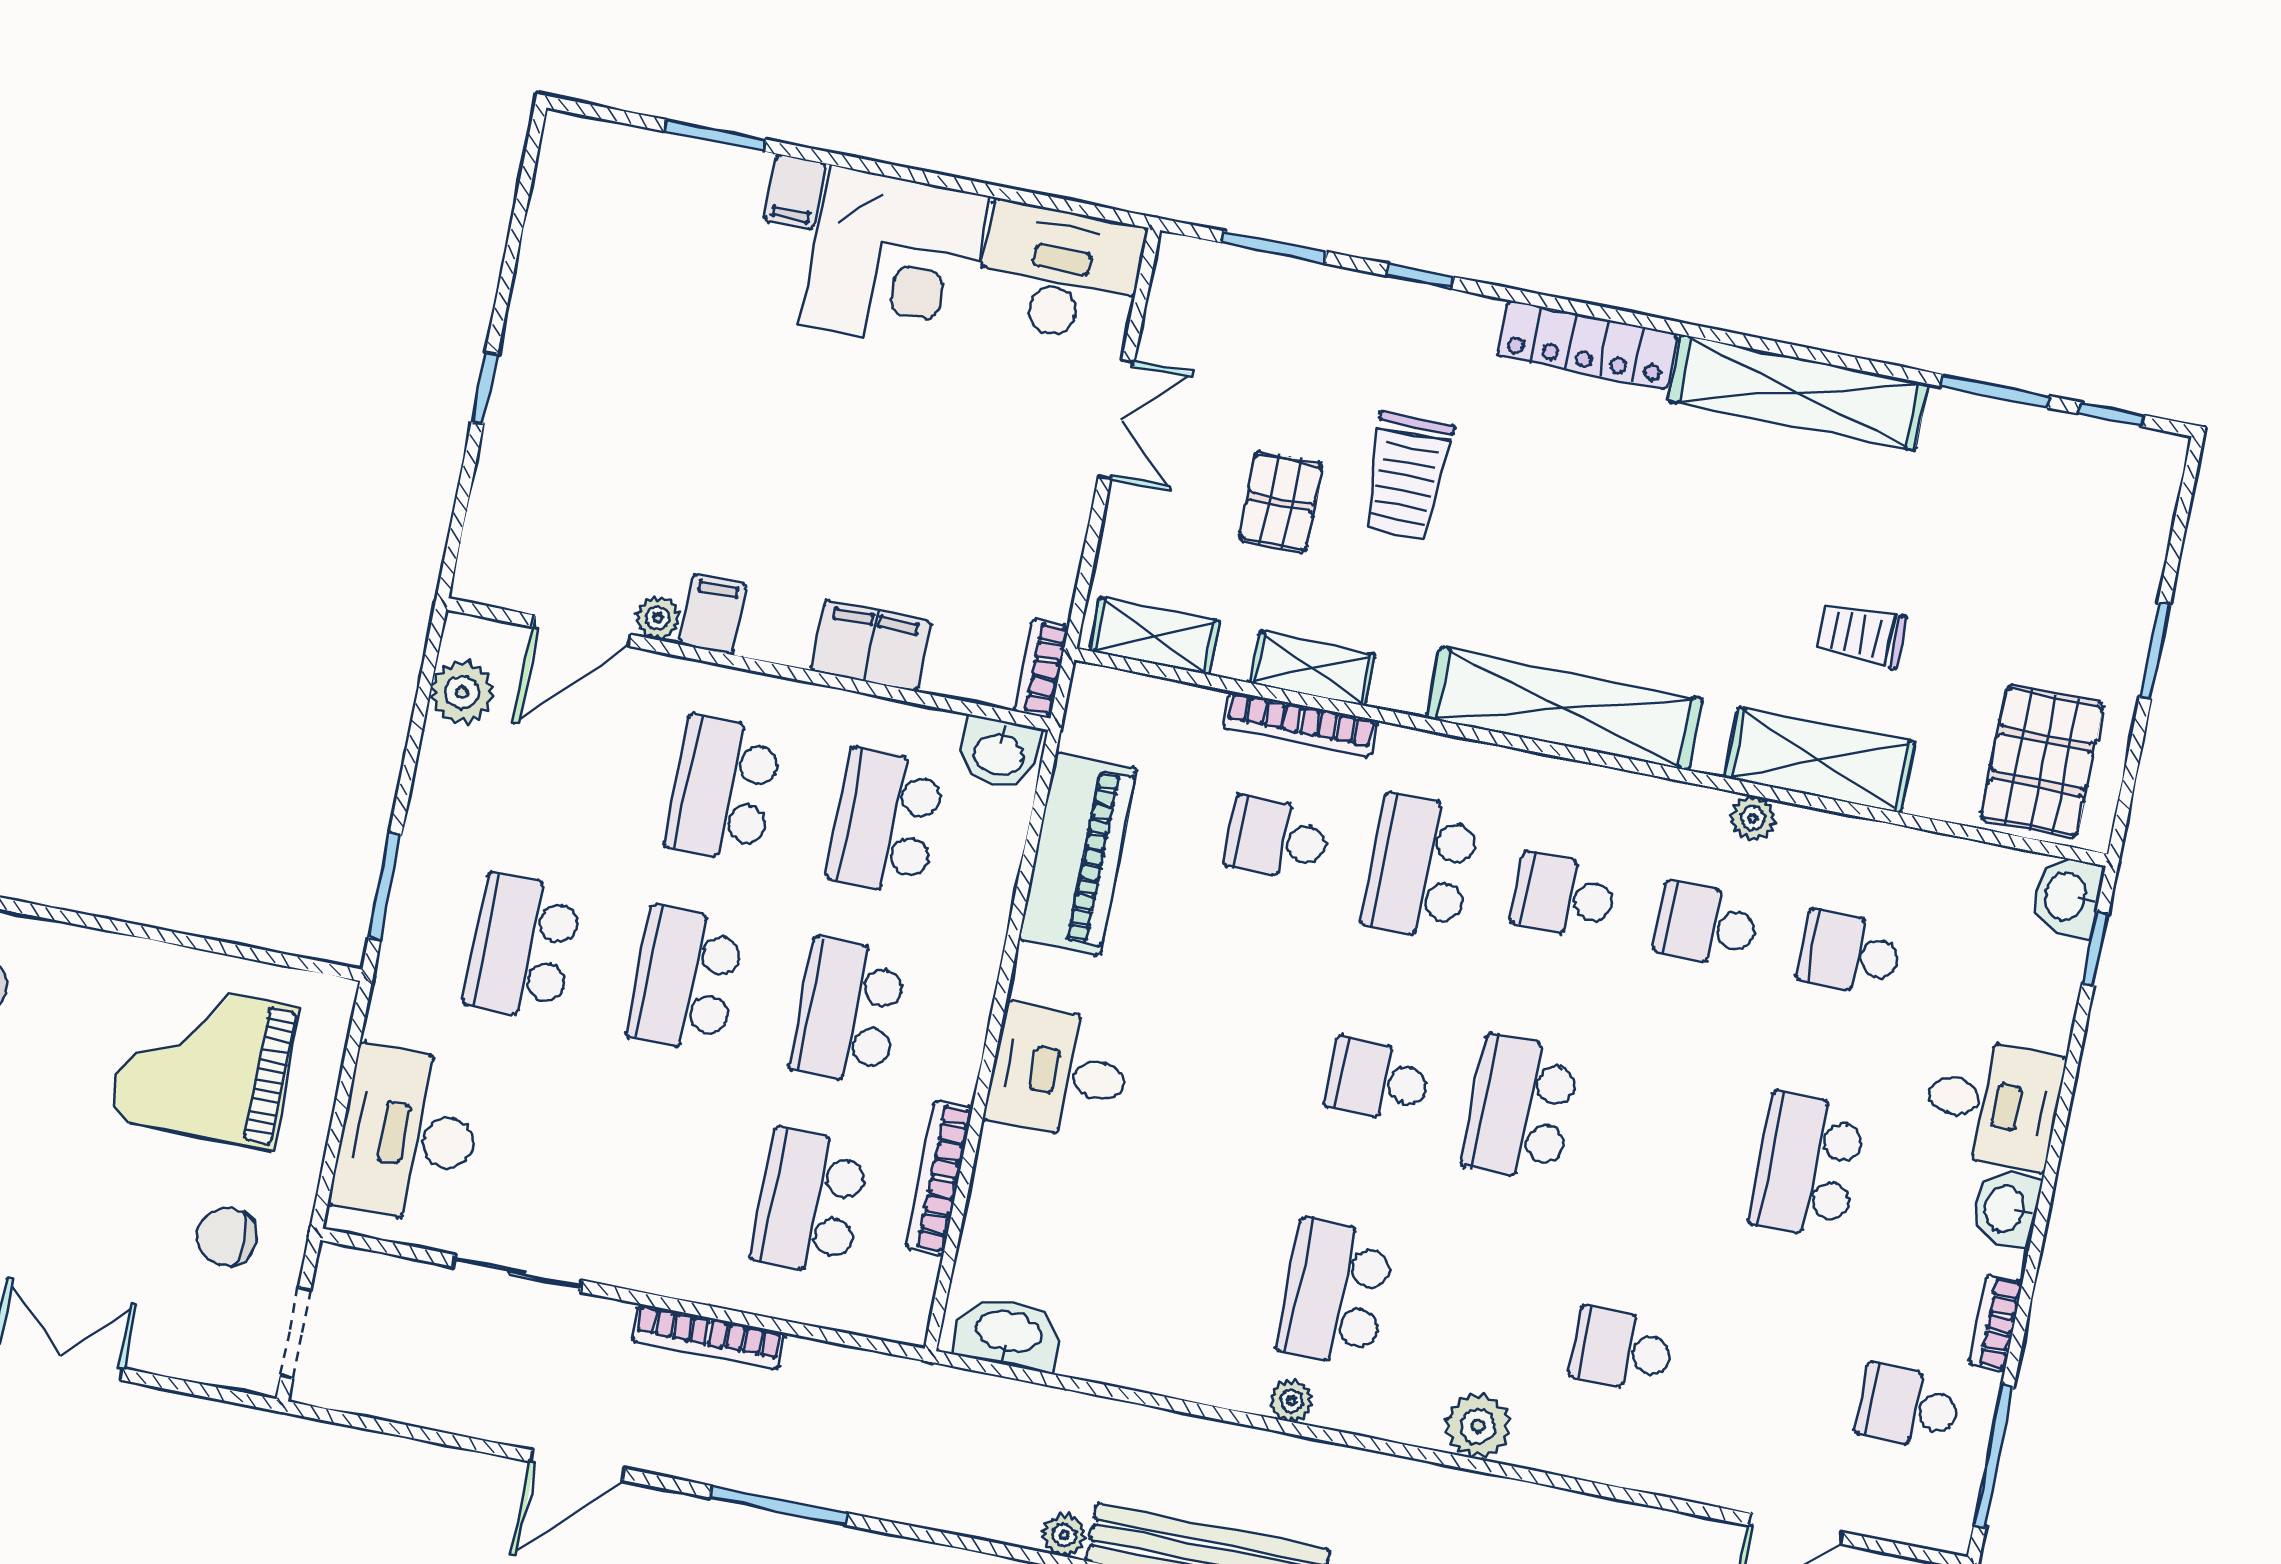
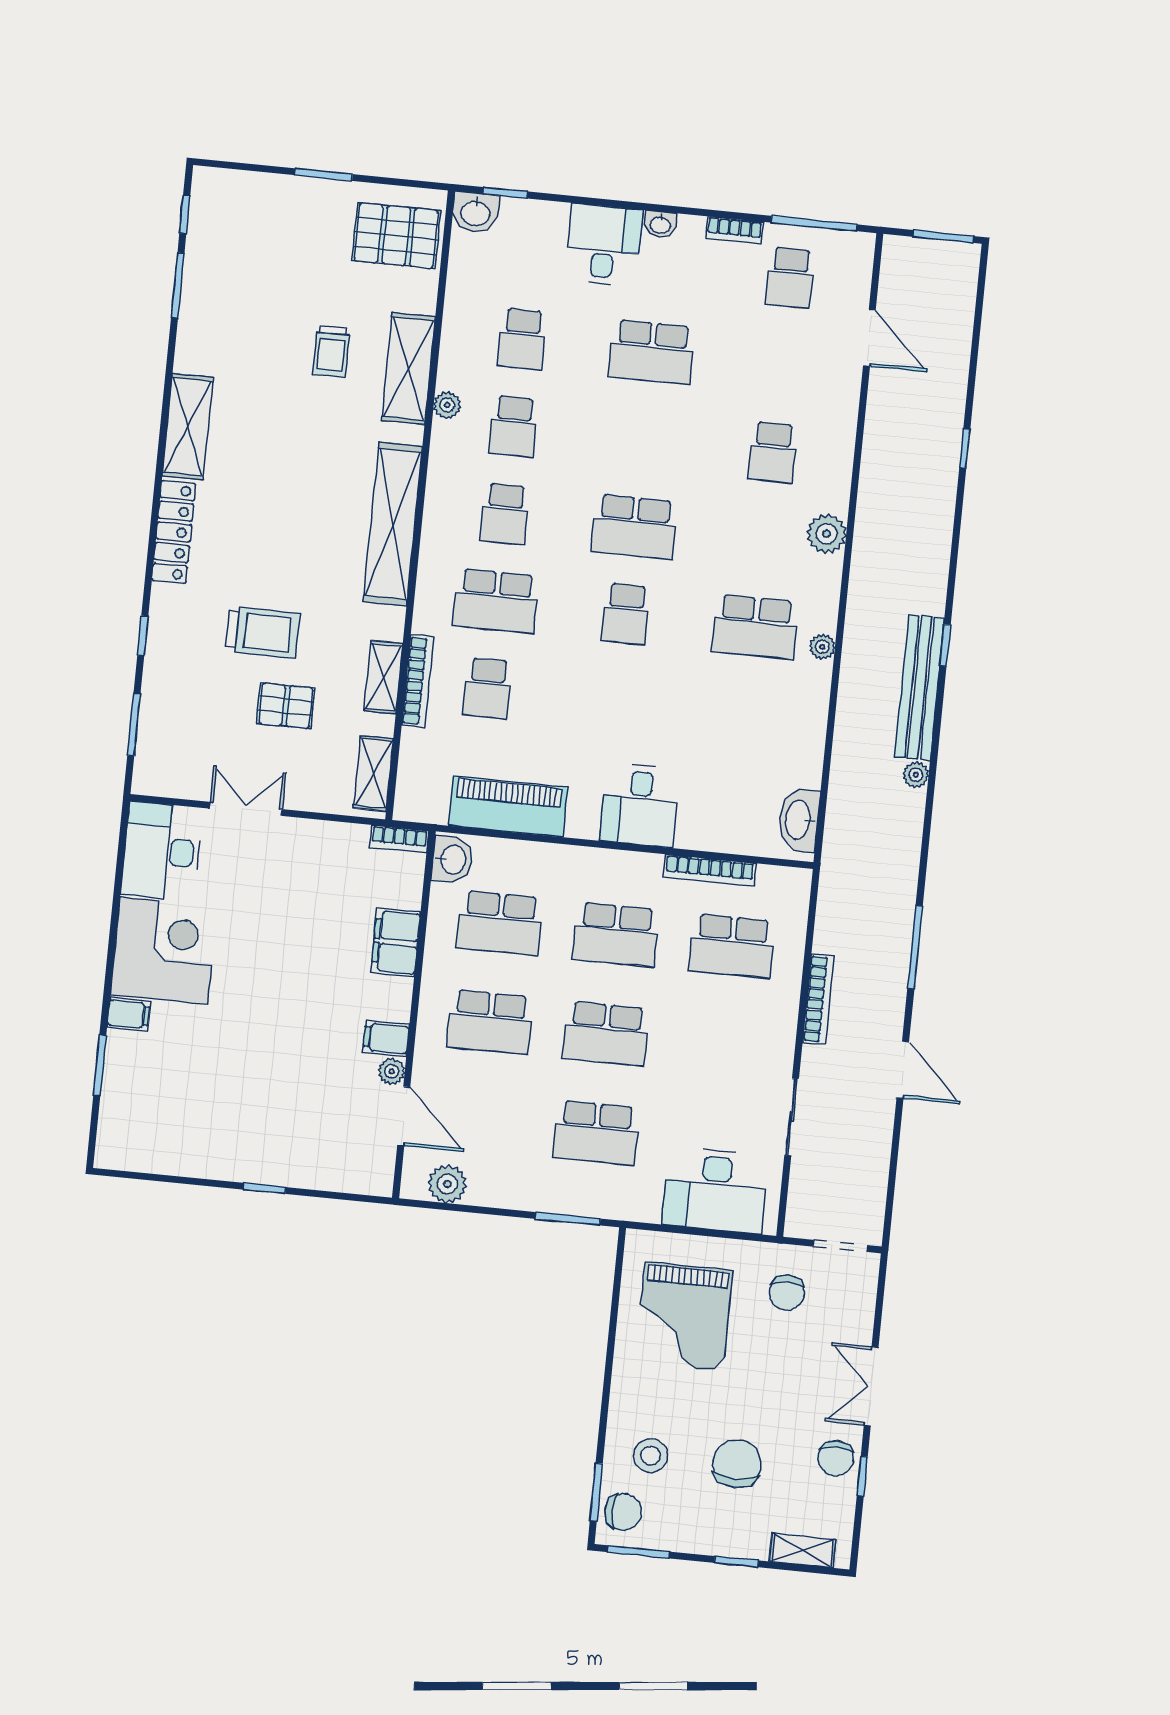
shelving: (1798, 393) -> (188, 427), width x0.68
washbasin: (2006, 1209) -> (660, 224), width x0.72, depth x0.69

